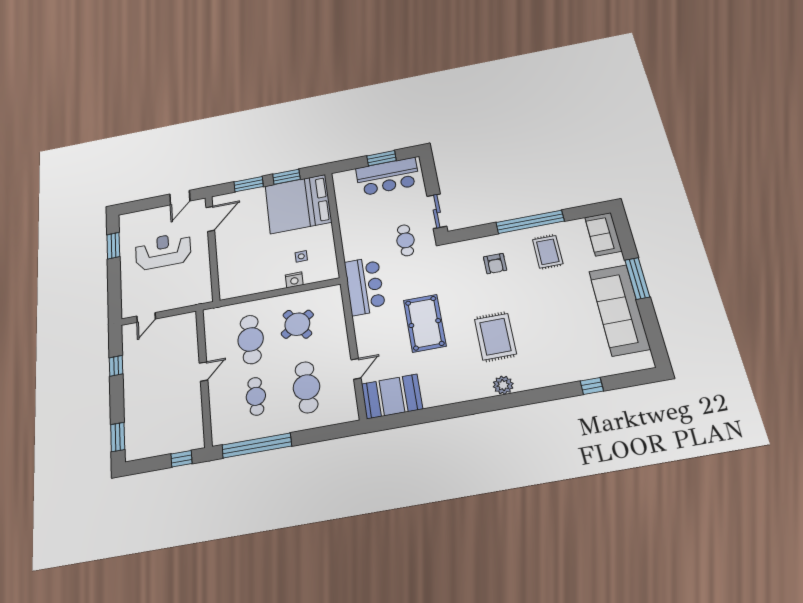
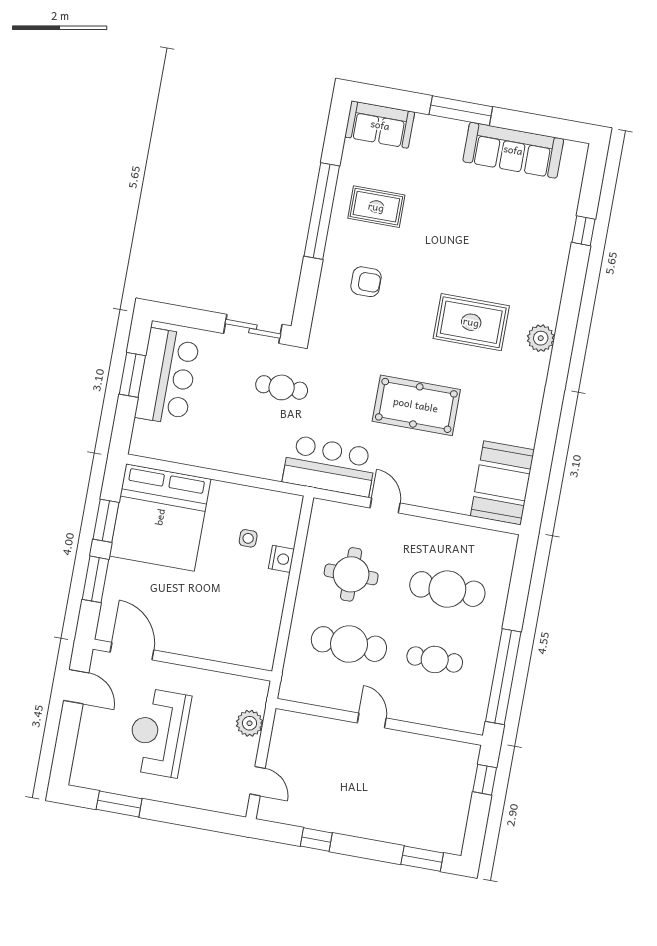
plant: (182, 300) -> (250, 723), added
sofa: (619, 310) -> (513, 150), width x0.74, depth x0.79
round table: (297, 324) -> (351, 574), turned 34
door: (356, 369) -> (385, 506), moved

